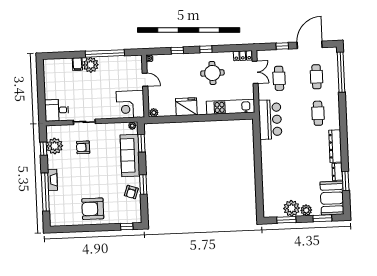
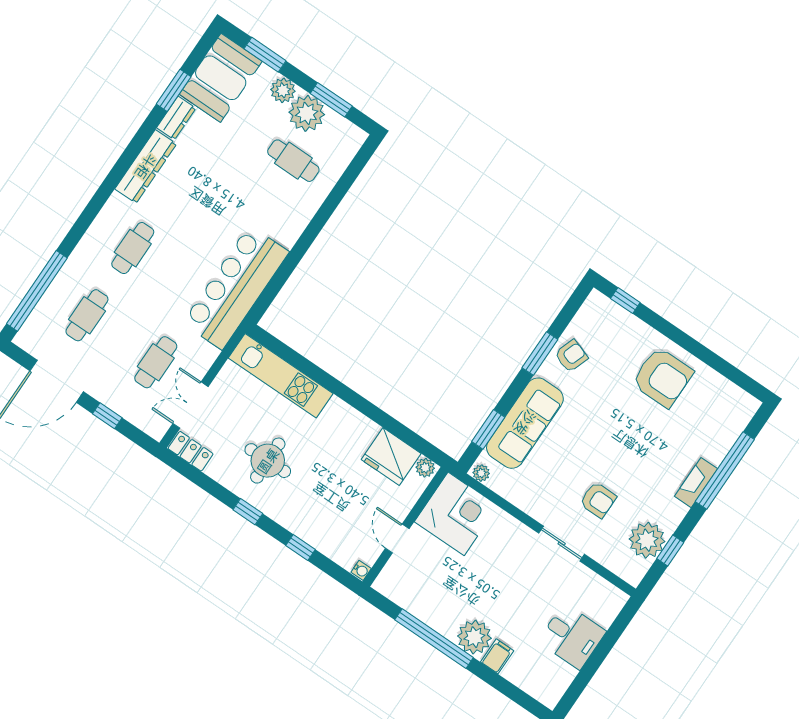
fridge: (186, 107) -> (391, 457), moved
desk: (57, 110) -> (572, 636), moved
bar counter: (270, 119) -> (236, 287), width x1.36
cafe table: (284, 188) -> (293, 161), added

